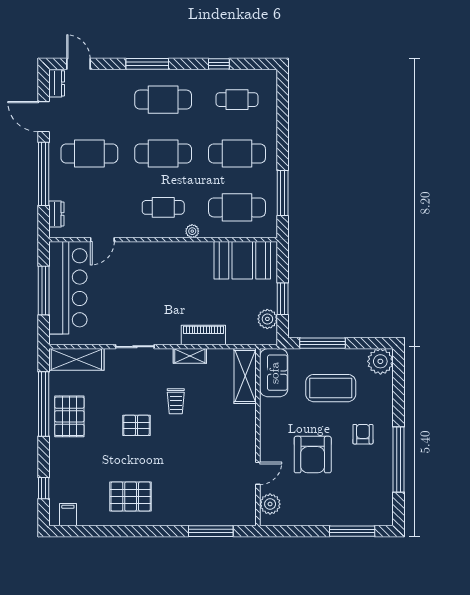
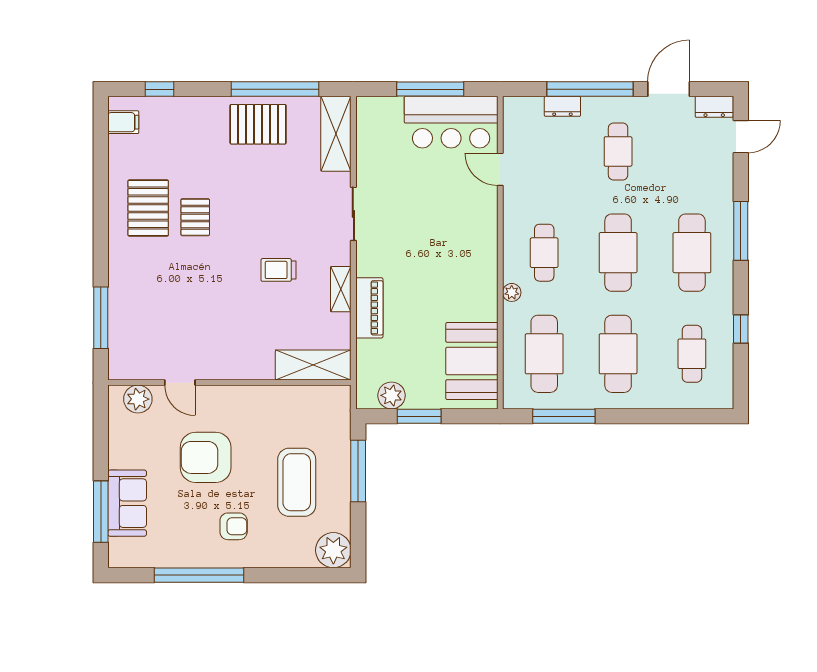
cafe table: (89, 154) -> (618, 151), width x0.73, depth x0.74
dresser: (56, 214) -> (562, 106), moved
bar counter: (68, 288) -> (451, 122), width x0.73
sofa: (274, 373) -> (127, 503), moved, turned -90
pallet: (136, 425) -> (195, 217), moved

